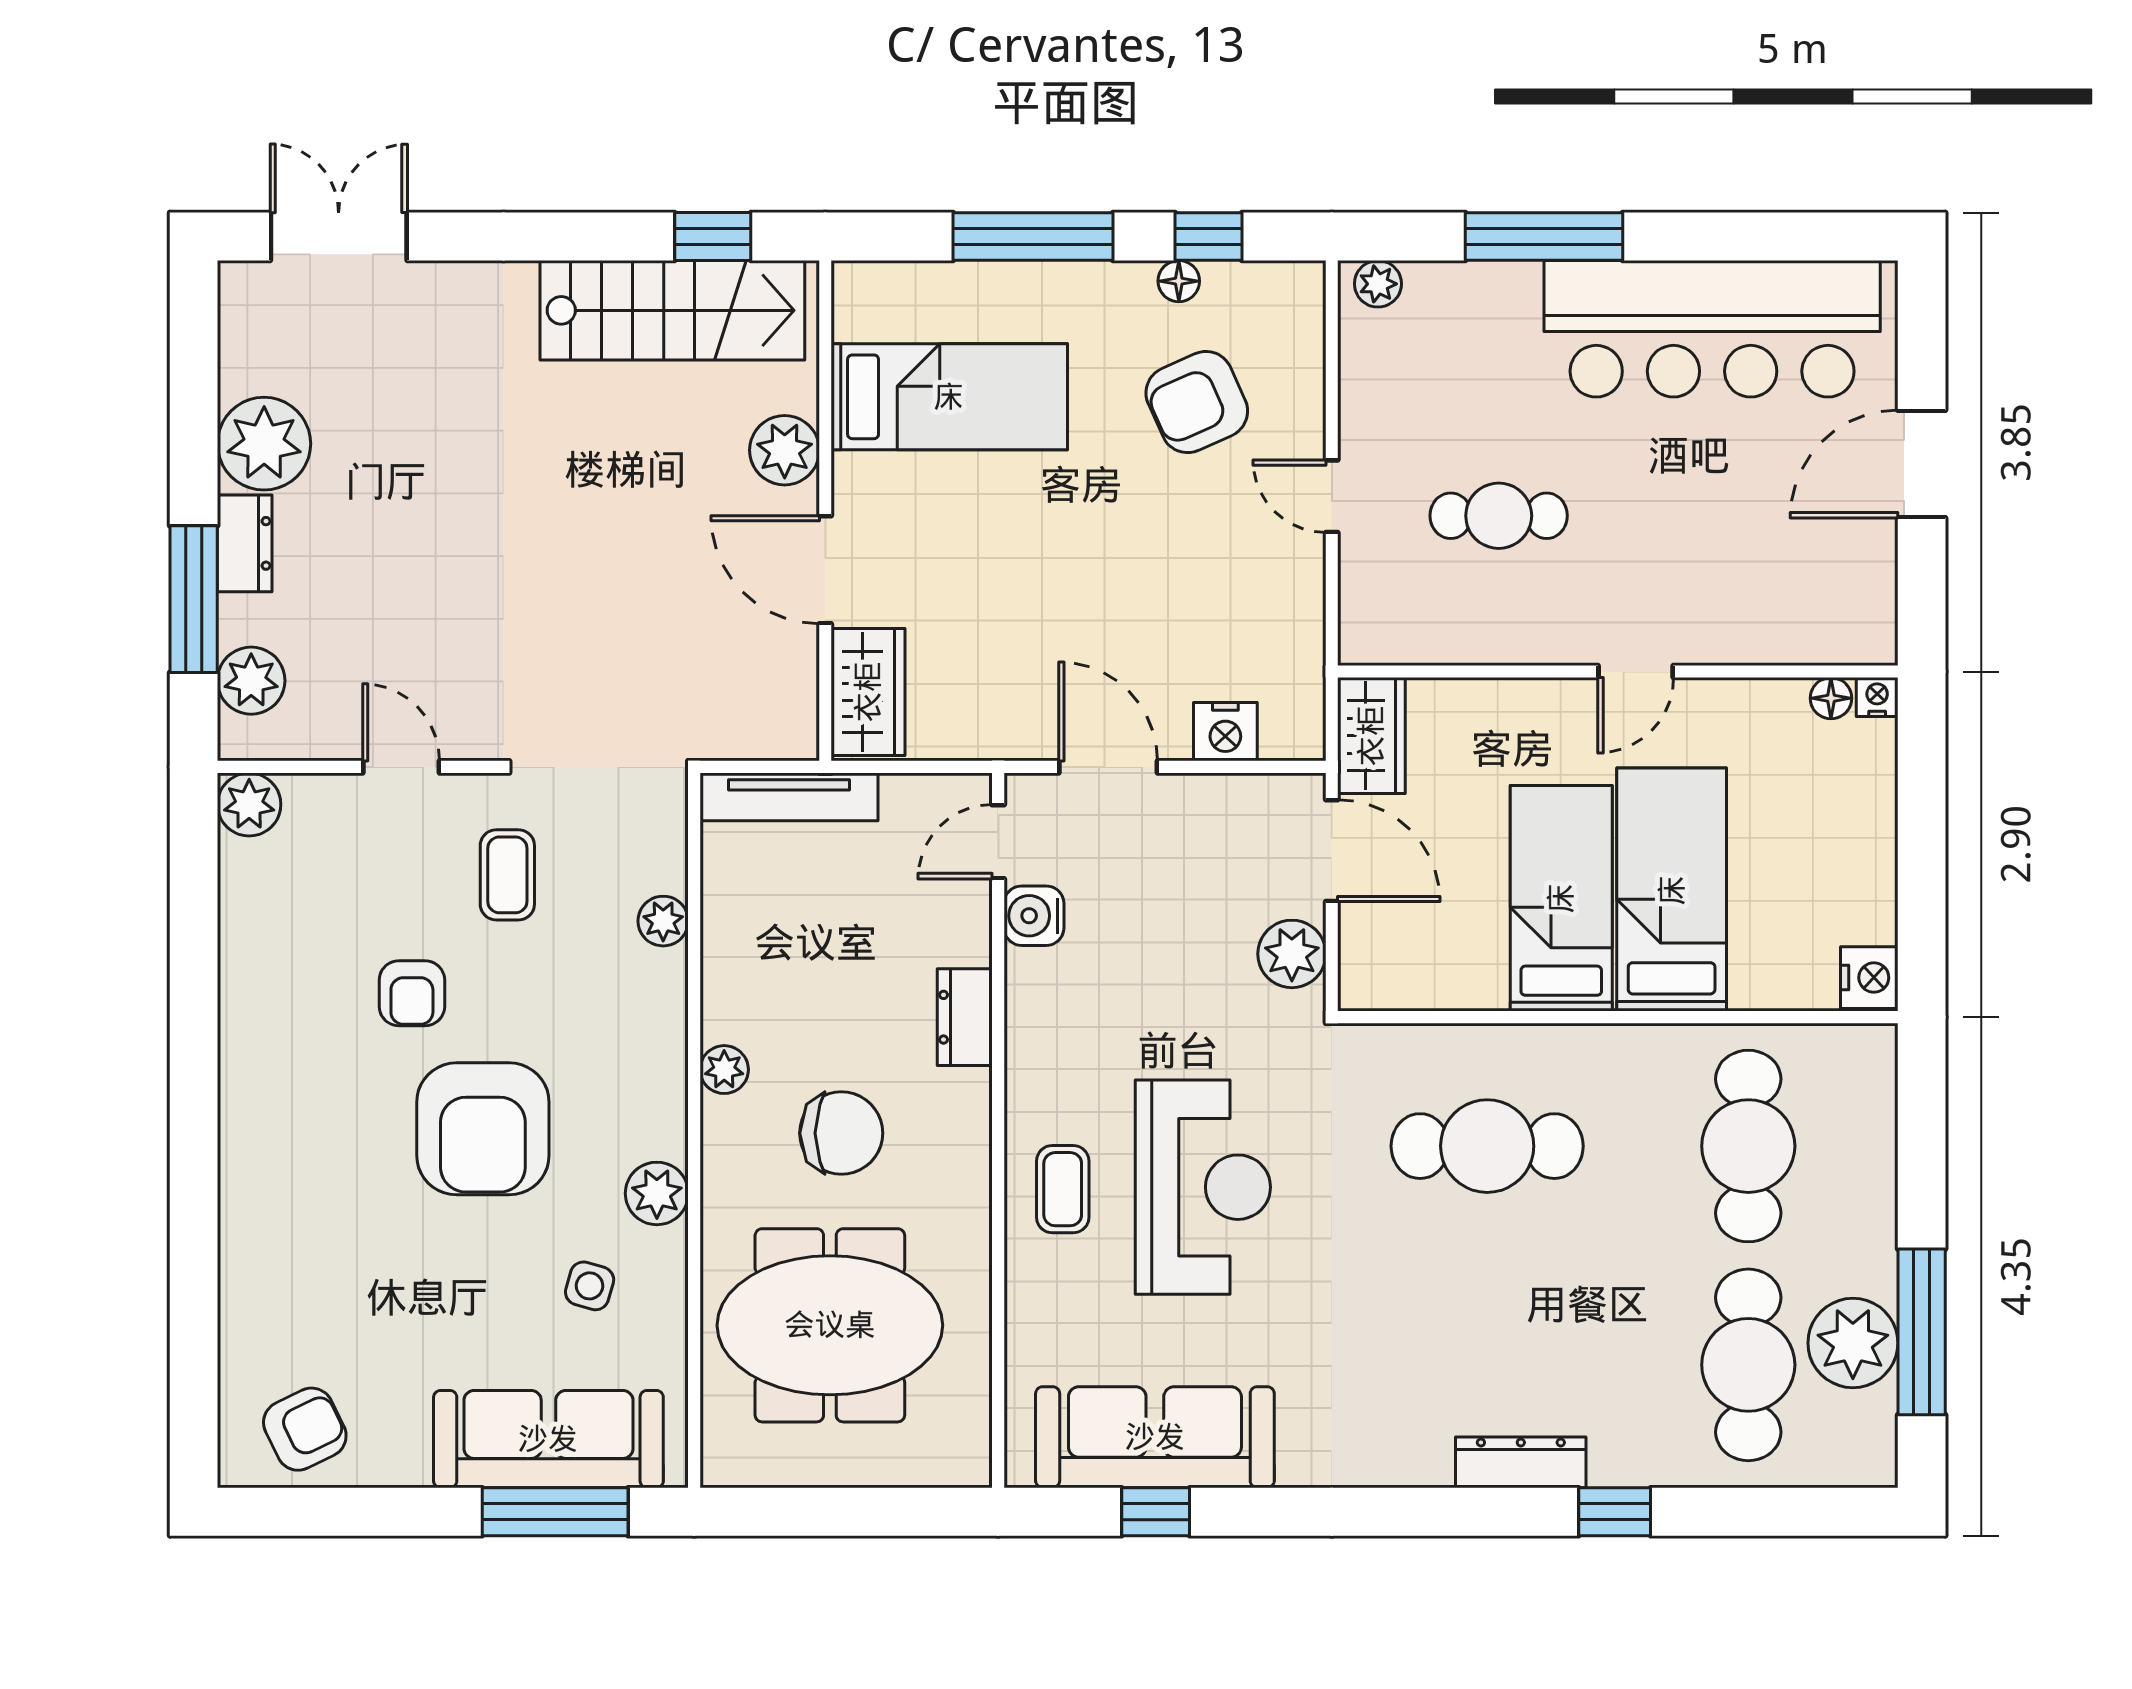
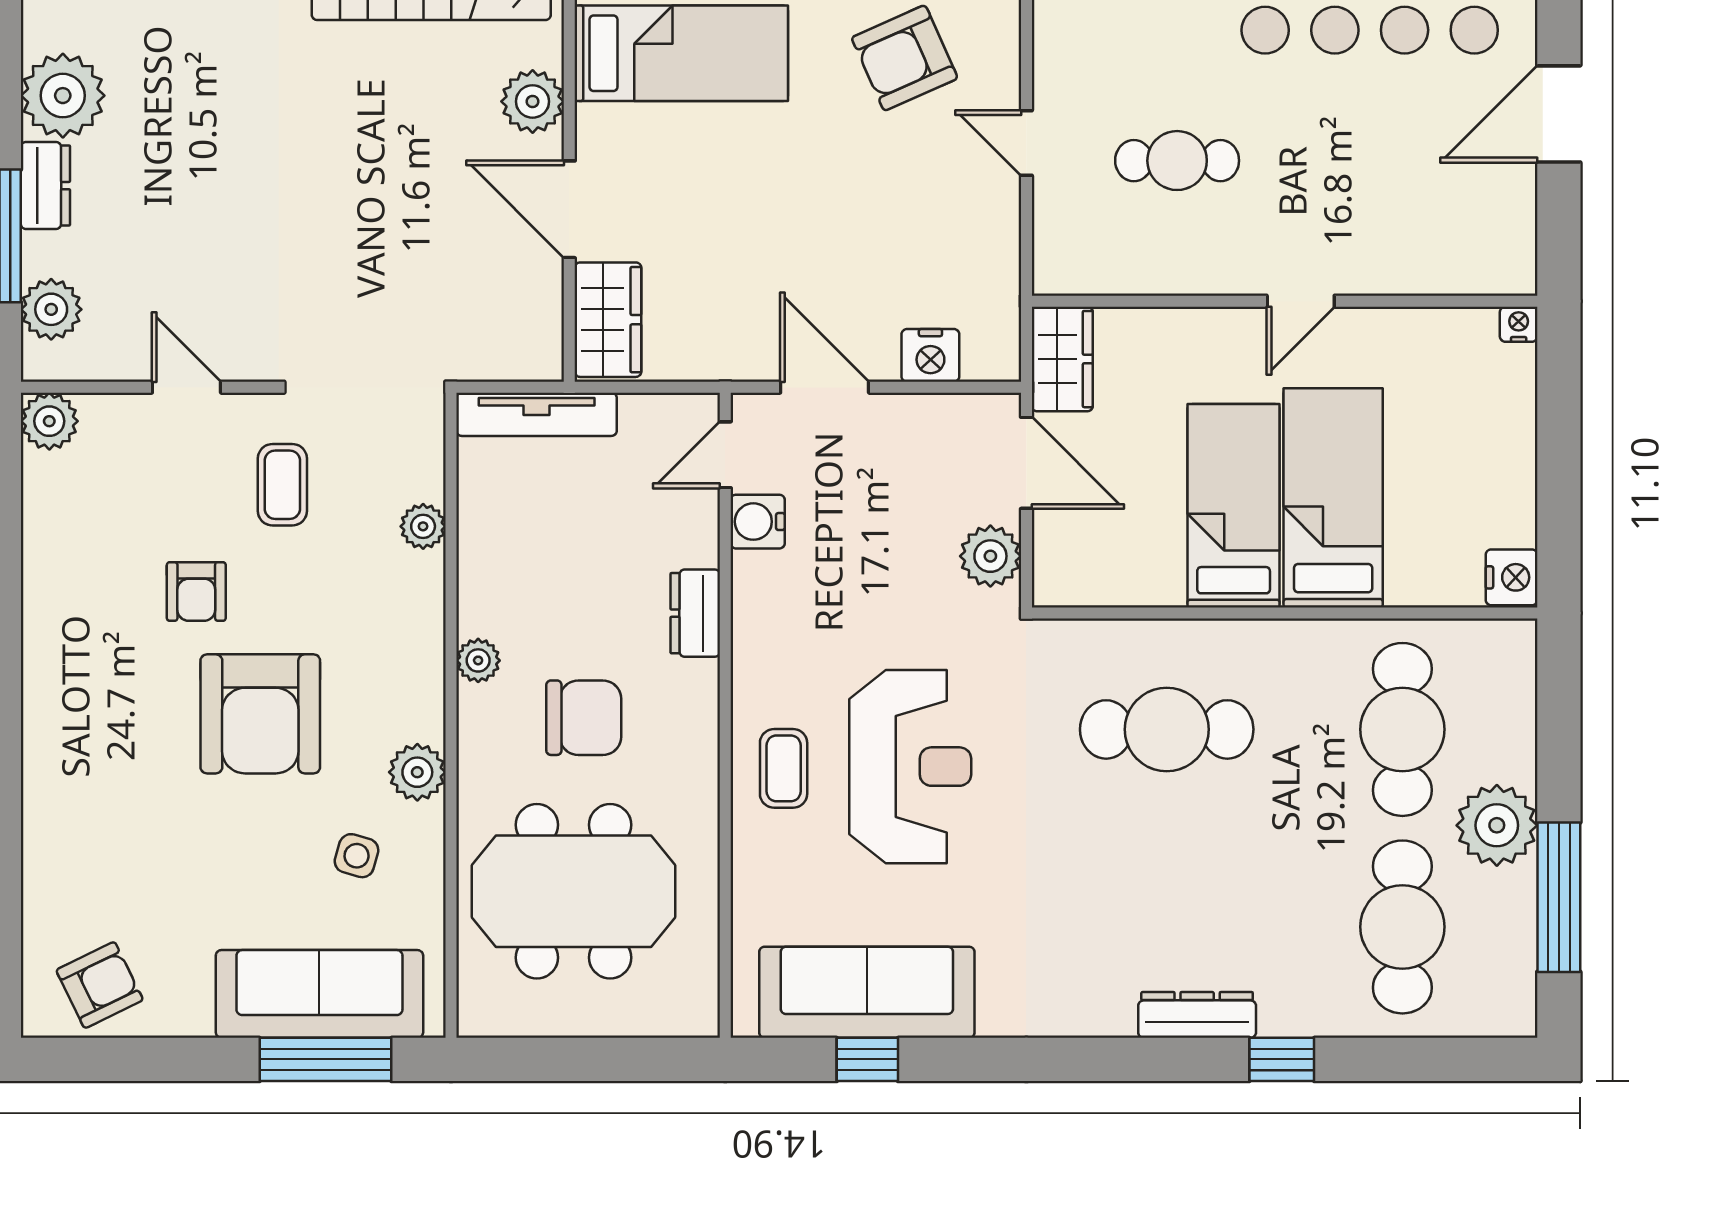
floor lamp: (1831, 698) -> (1477, 325), removed
plant: (1853, 1343) -> (1497, 825), moved

